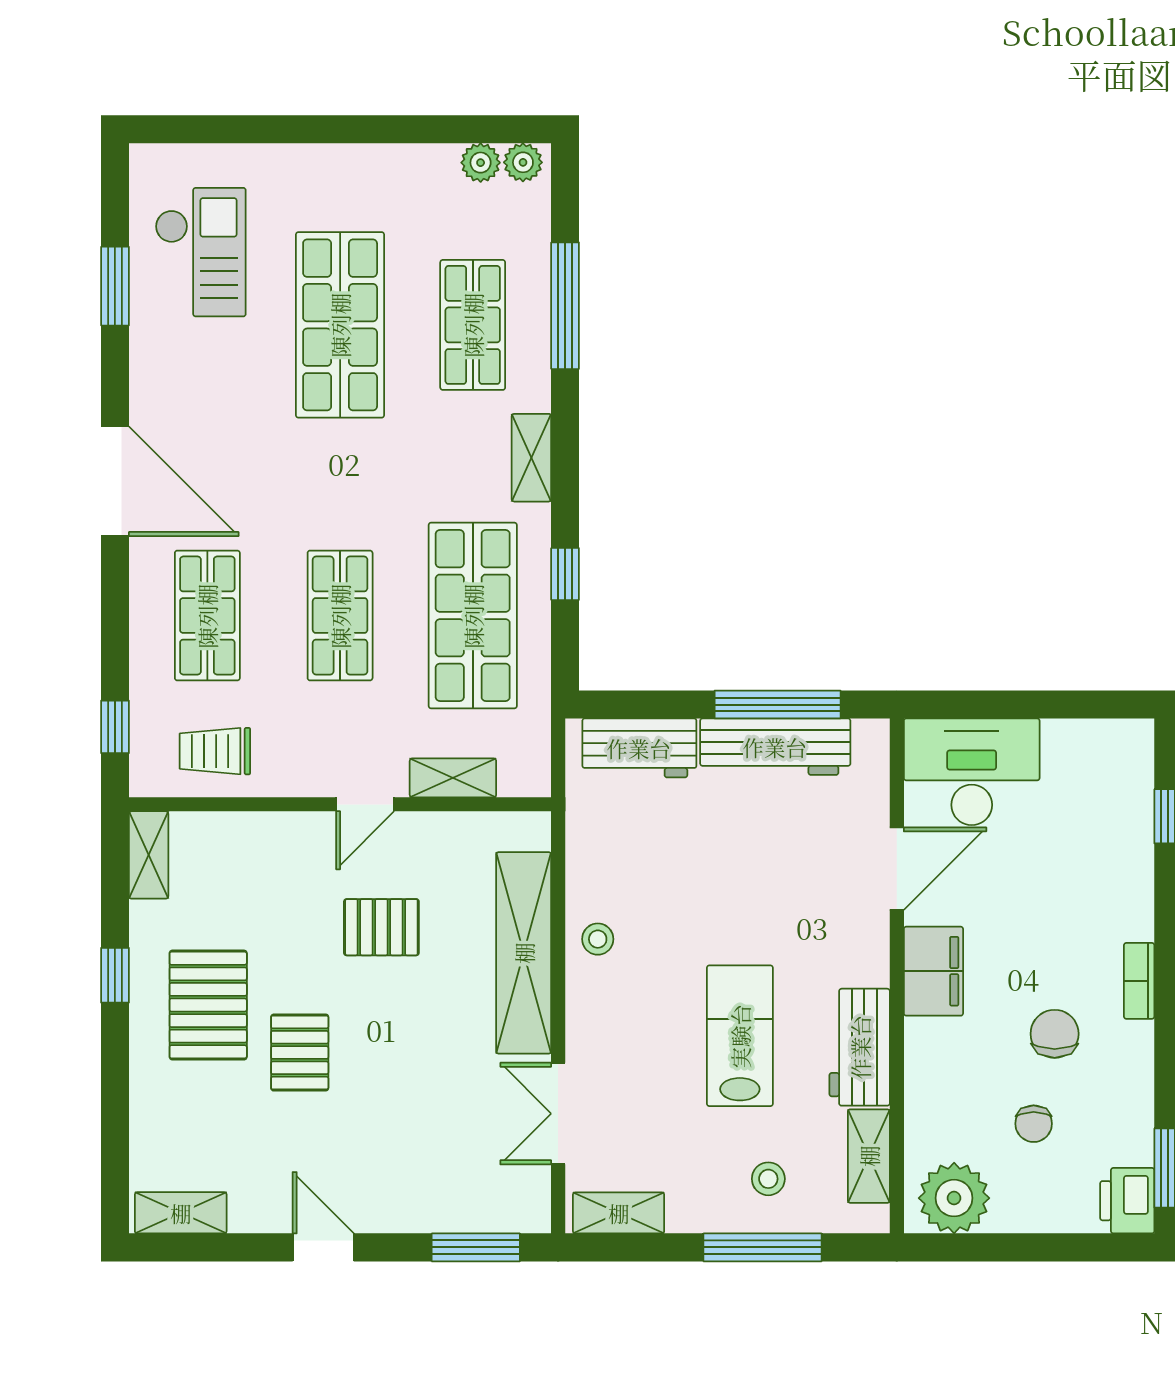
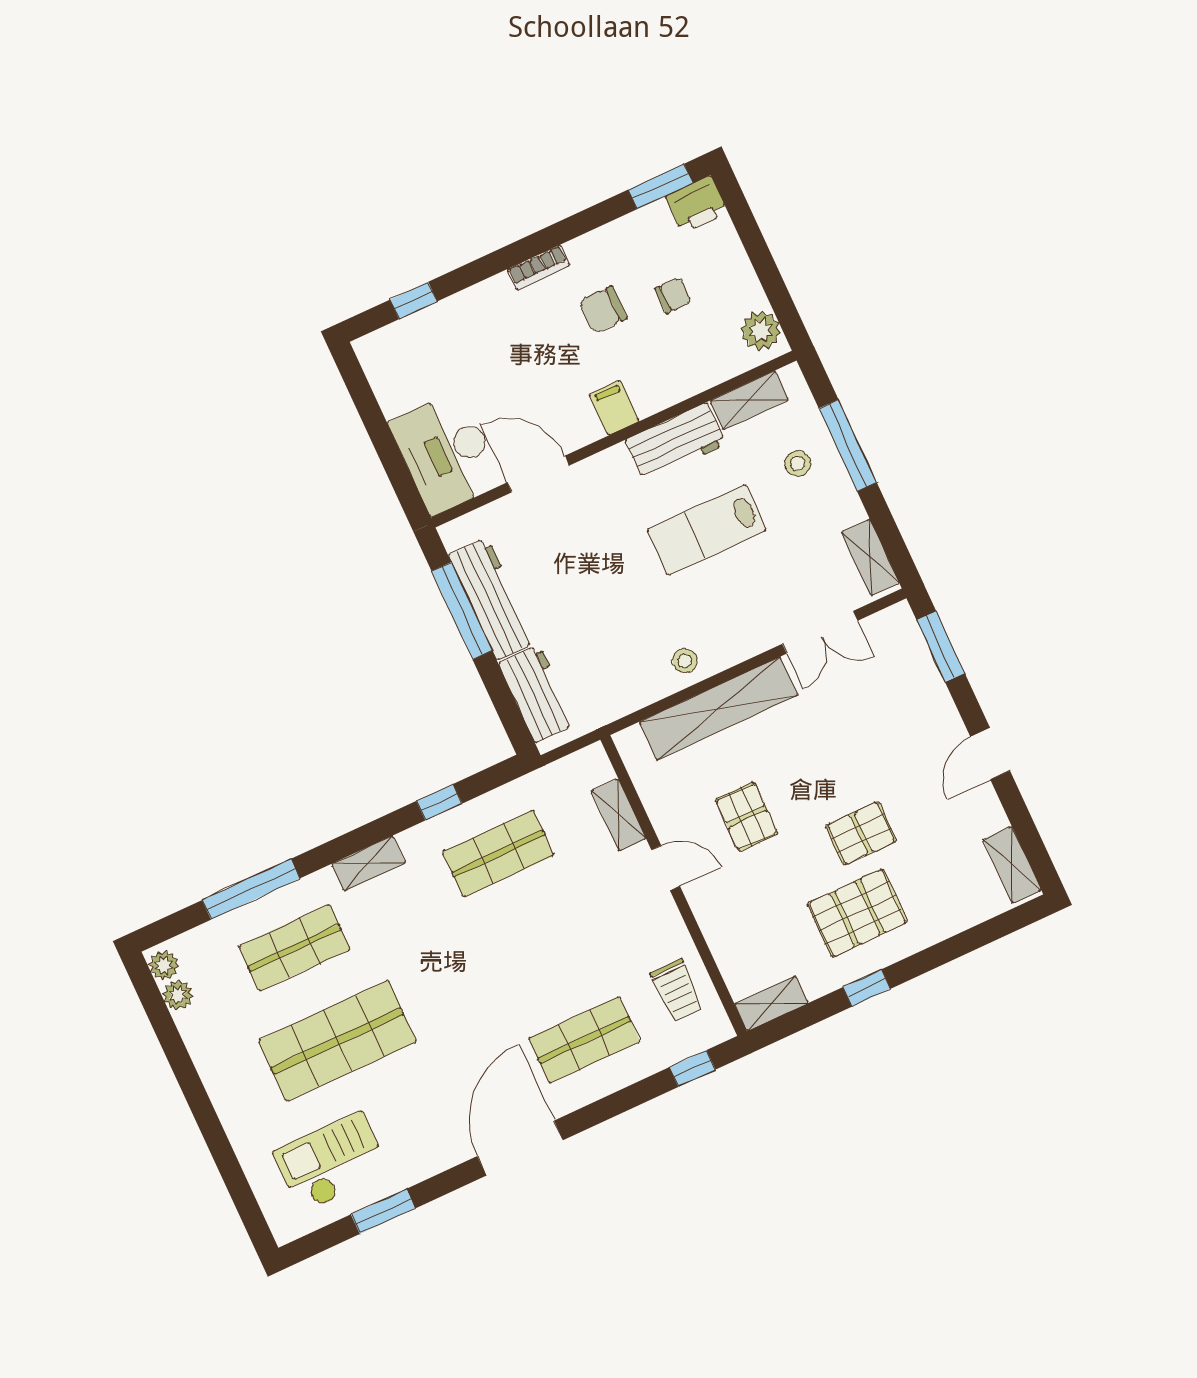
shop shelf: (340, 616) -> (541, 947), removed
shop shelf: (473, 616) -> (498, 854), width x0.70, depth x0.74
filing cabinet: (933, 971) -> (614, 408), width x0.50
plant: (954, 1198) -> (761, 331), width x0.73, depth x0.73

